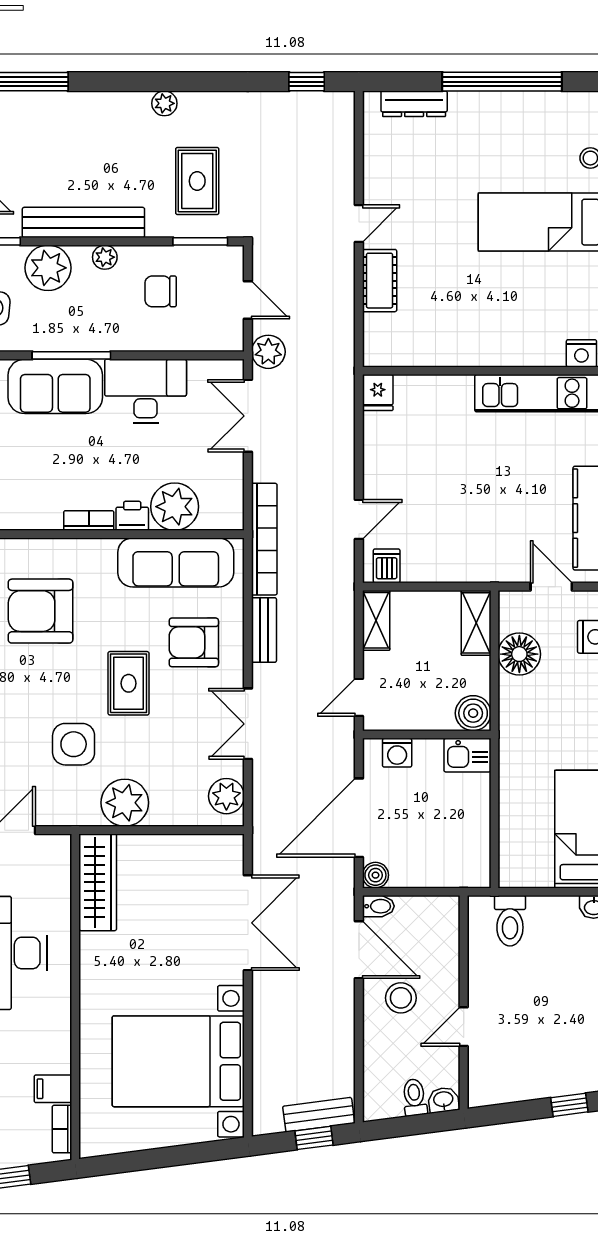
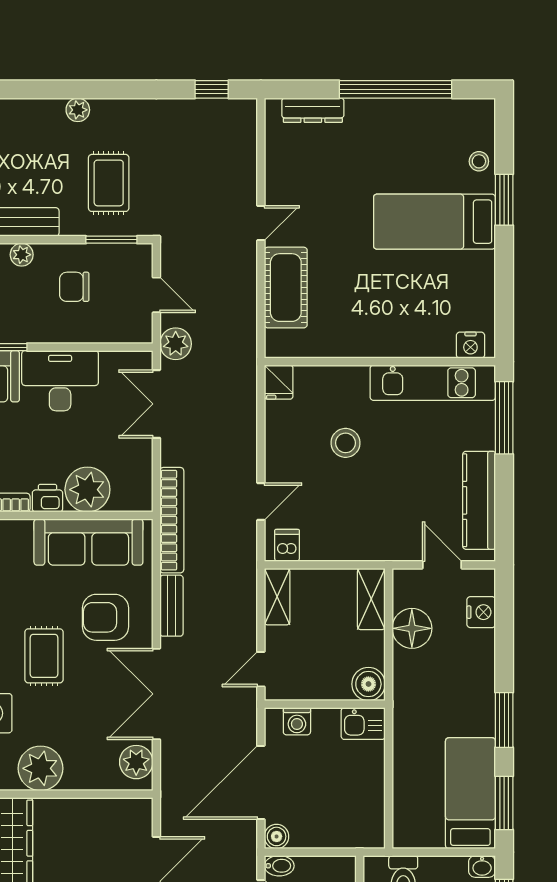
cot: (380, 281) -> (286, 288), width x1.37, depth x1.34
stool: (449, 457) -> (346, 443), added
double door: (248, 724) -> (156, 694), width x1.37

